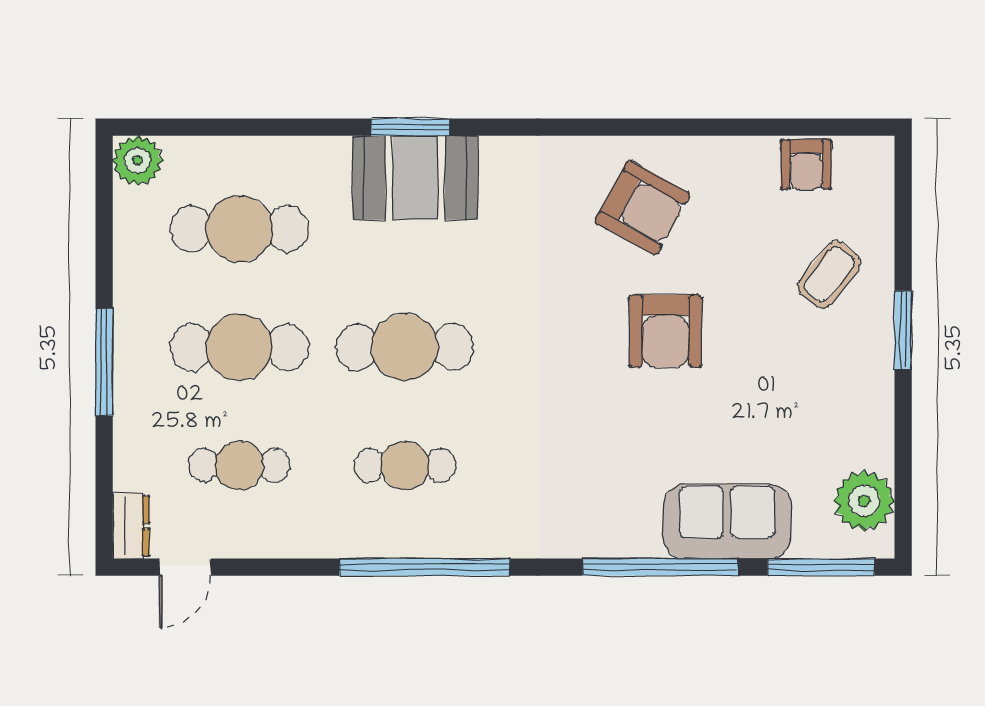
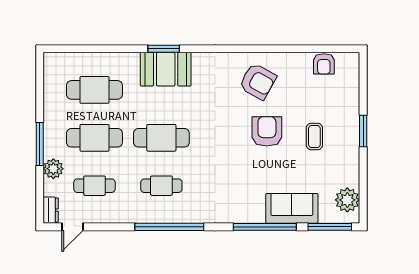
plant: (137, 160) -> (53, 169), moved
coffee table: (829, 275) -> (314, 137), moved, turned -38
armchair: (666, 331) -> (267, 131), turned 180

